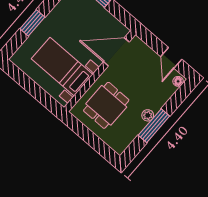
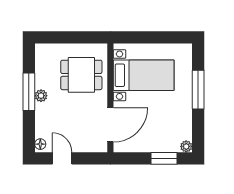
window: (32, 23) -> (198, 90), width x1.44
dining table: (106, 105) -> (81, 75), turned 90

